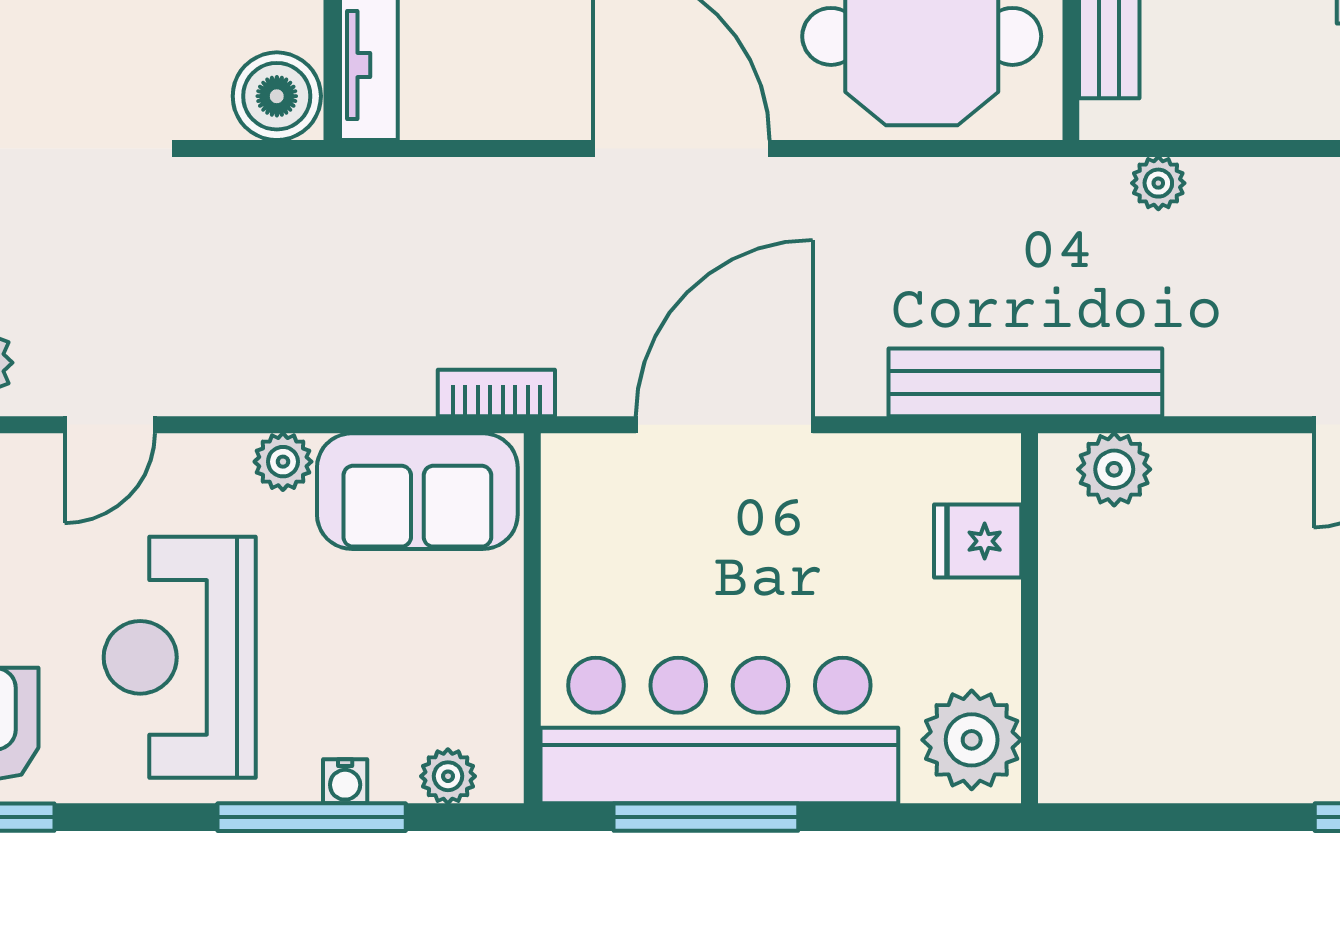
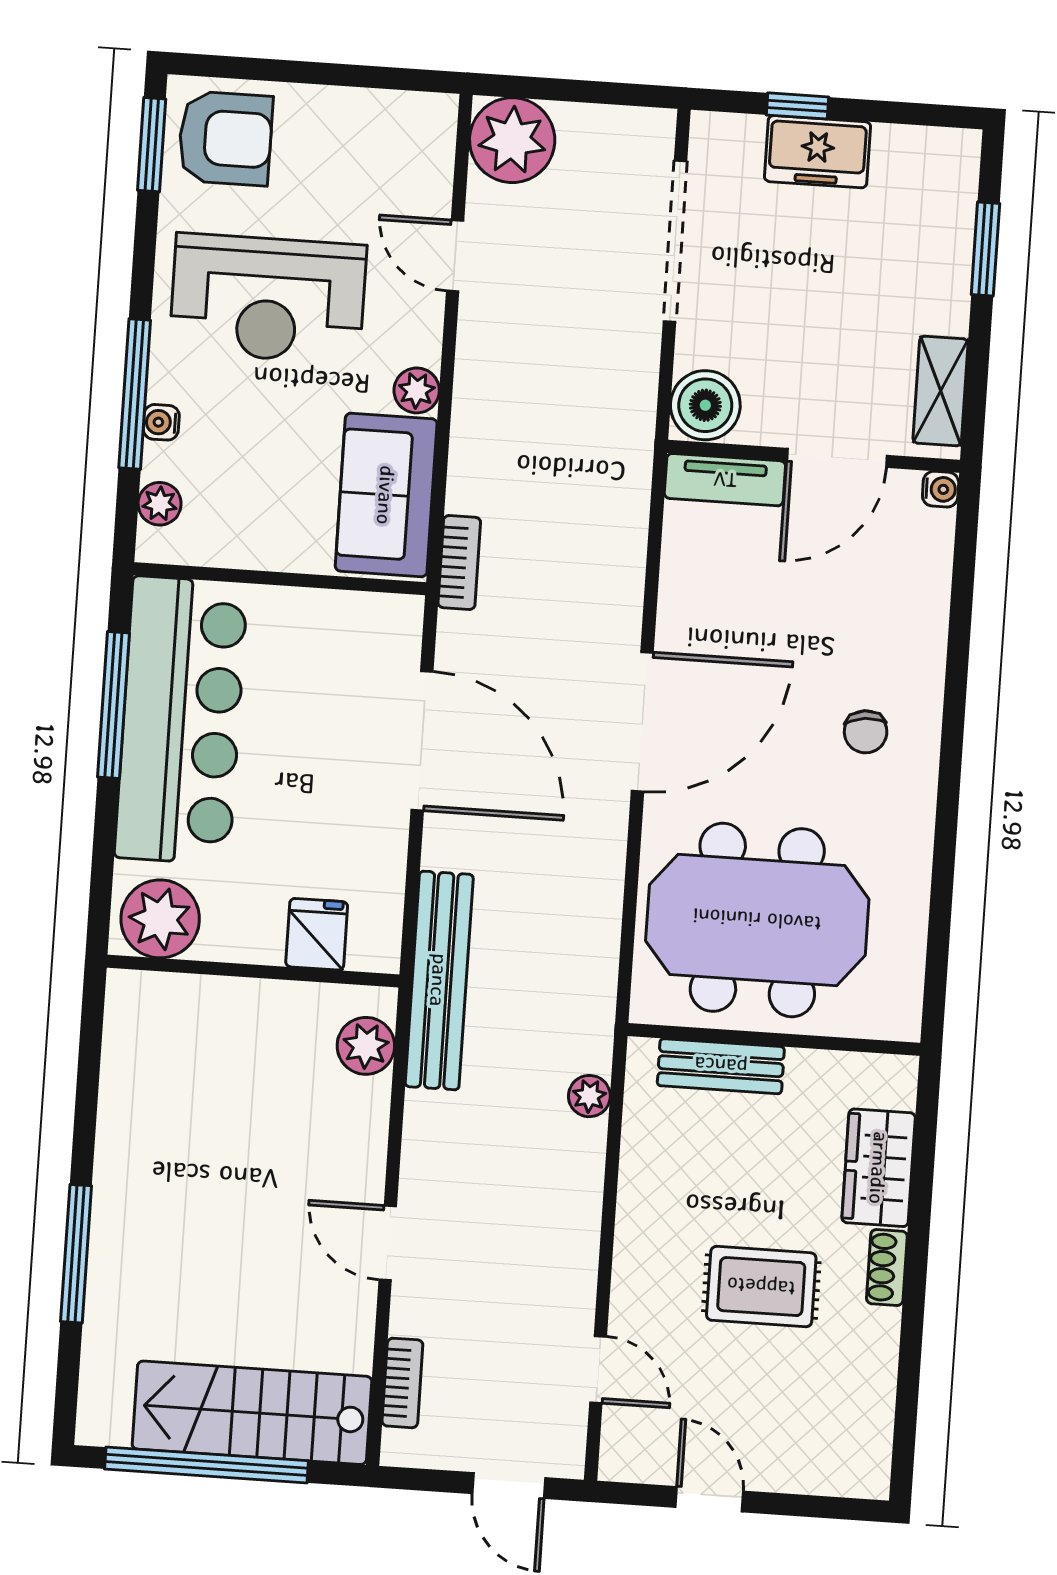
reception desk: (180, 657) -> (268, 298), turned 180

